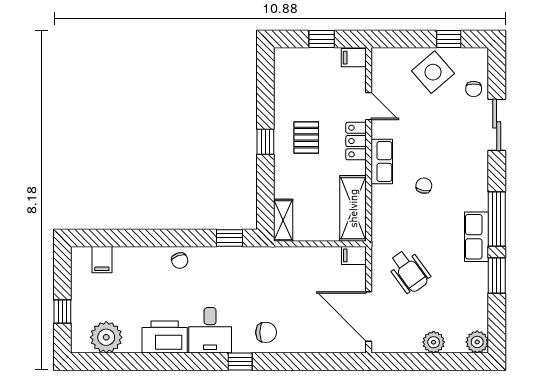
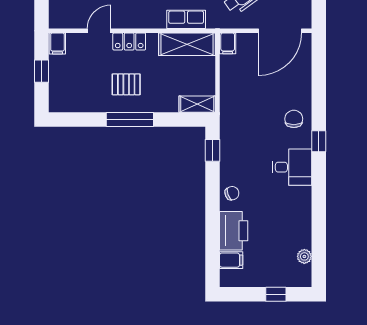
window: (265, 142) -> (130, 119), width x2.17
row of seats: (382, 161) -> (186, 19), moved
plant: (106, 337) -> (304, 256), width x0.53, depth x0.53
printer: (165, 337) -> (234, 231), moved, turned 180

